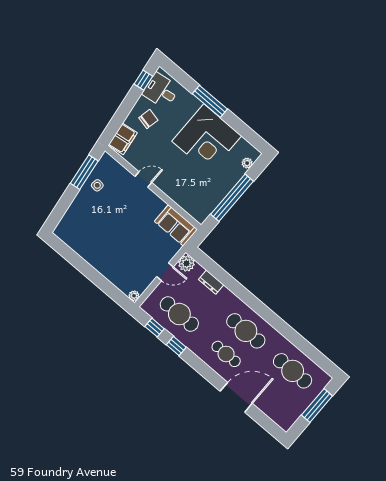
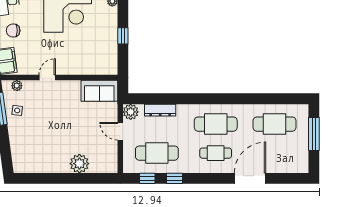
chair: (148, 119) -> (13, 30), turned -102
plant: (114, 165) -> (17, 86), added
window: (232, 198) -> (123, 36), width x0.32
door: (165, 272) -> (120, 131), swing flipped
dresser: (211, 282) -> (160, 110), width x1.44
plant: (134, 296) -> (79, 164), moved, width x1.87, depth x1.87

